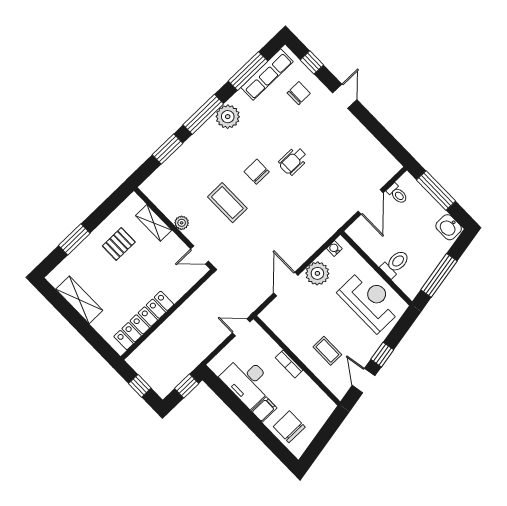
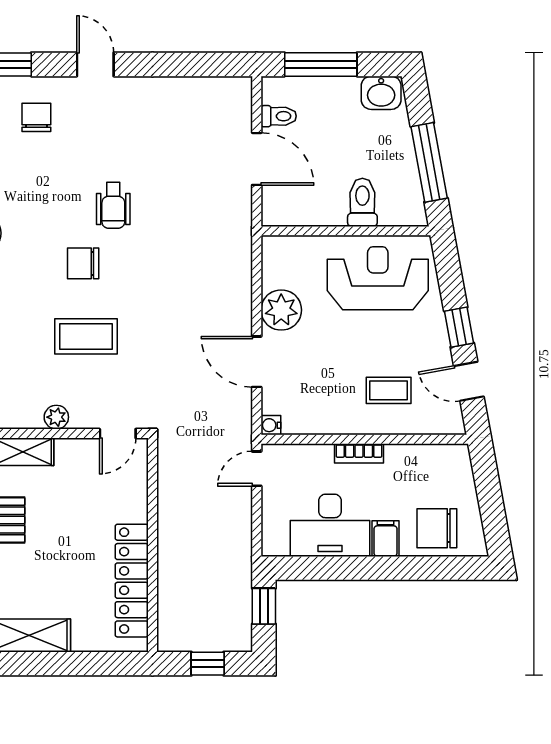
water cooler: (334, 248) -> (271, 425), moved

